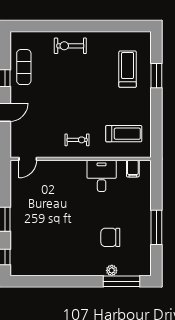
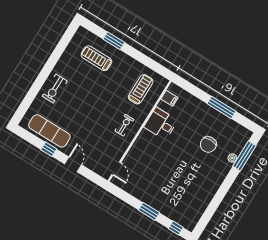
exercise mat: (24, 67) -> (49, 131), width x1.36, depth x1.45

